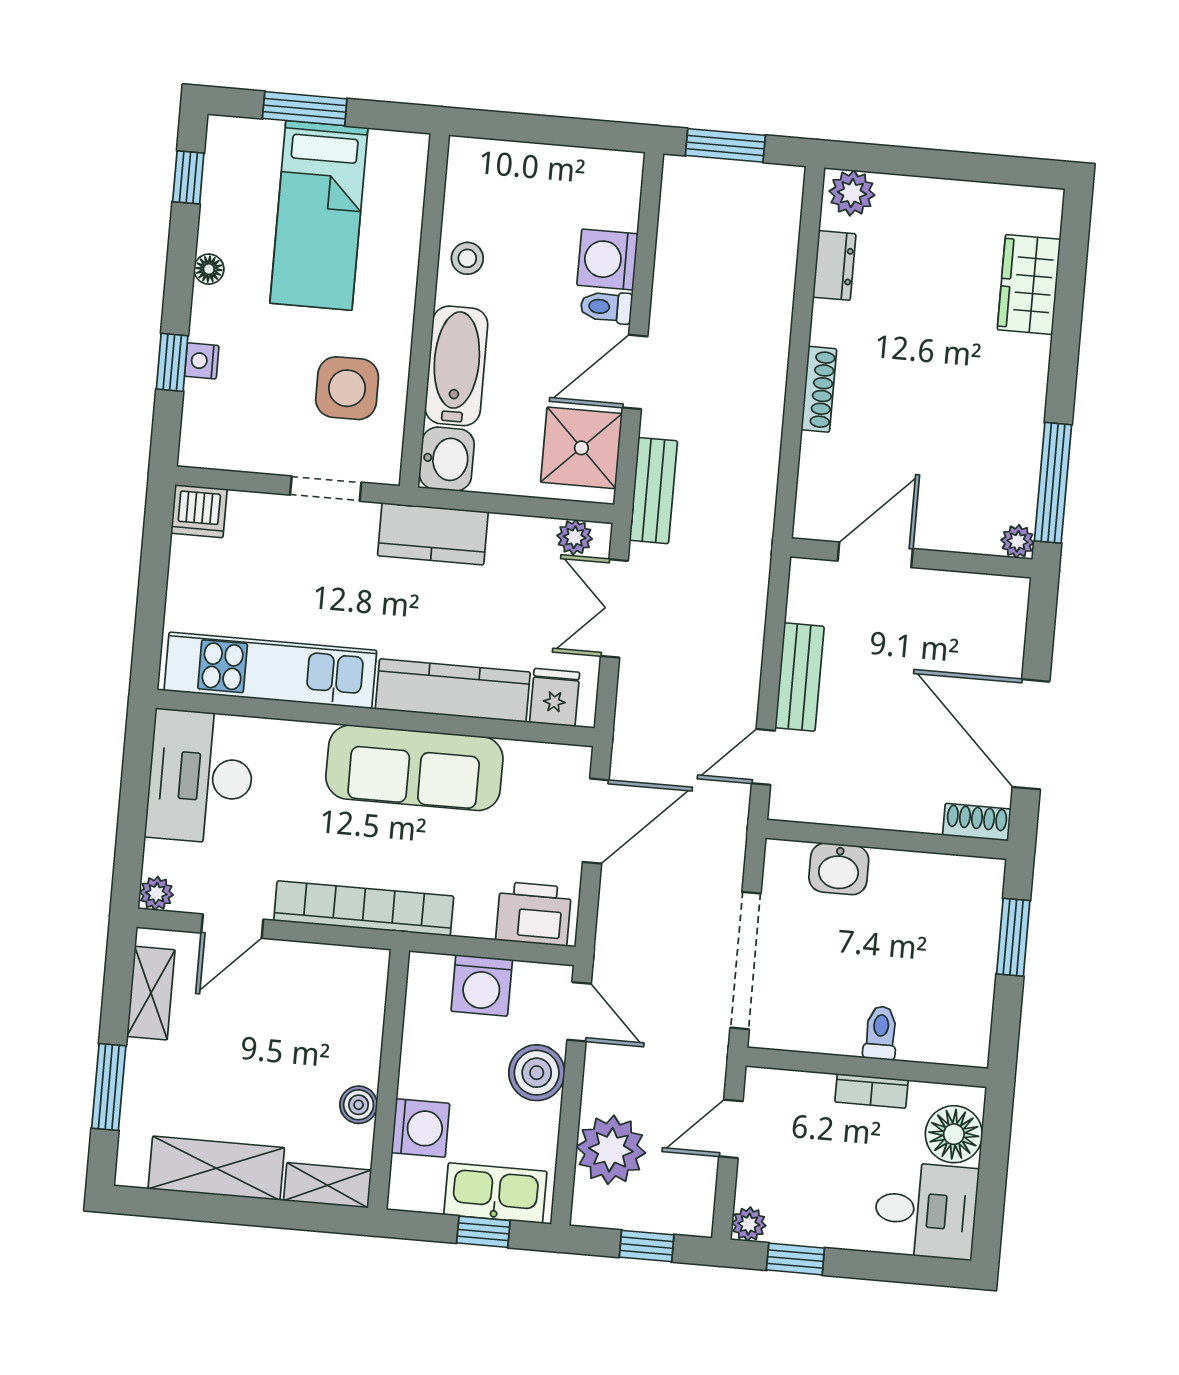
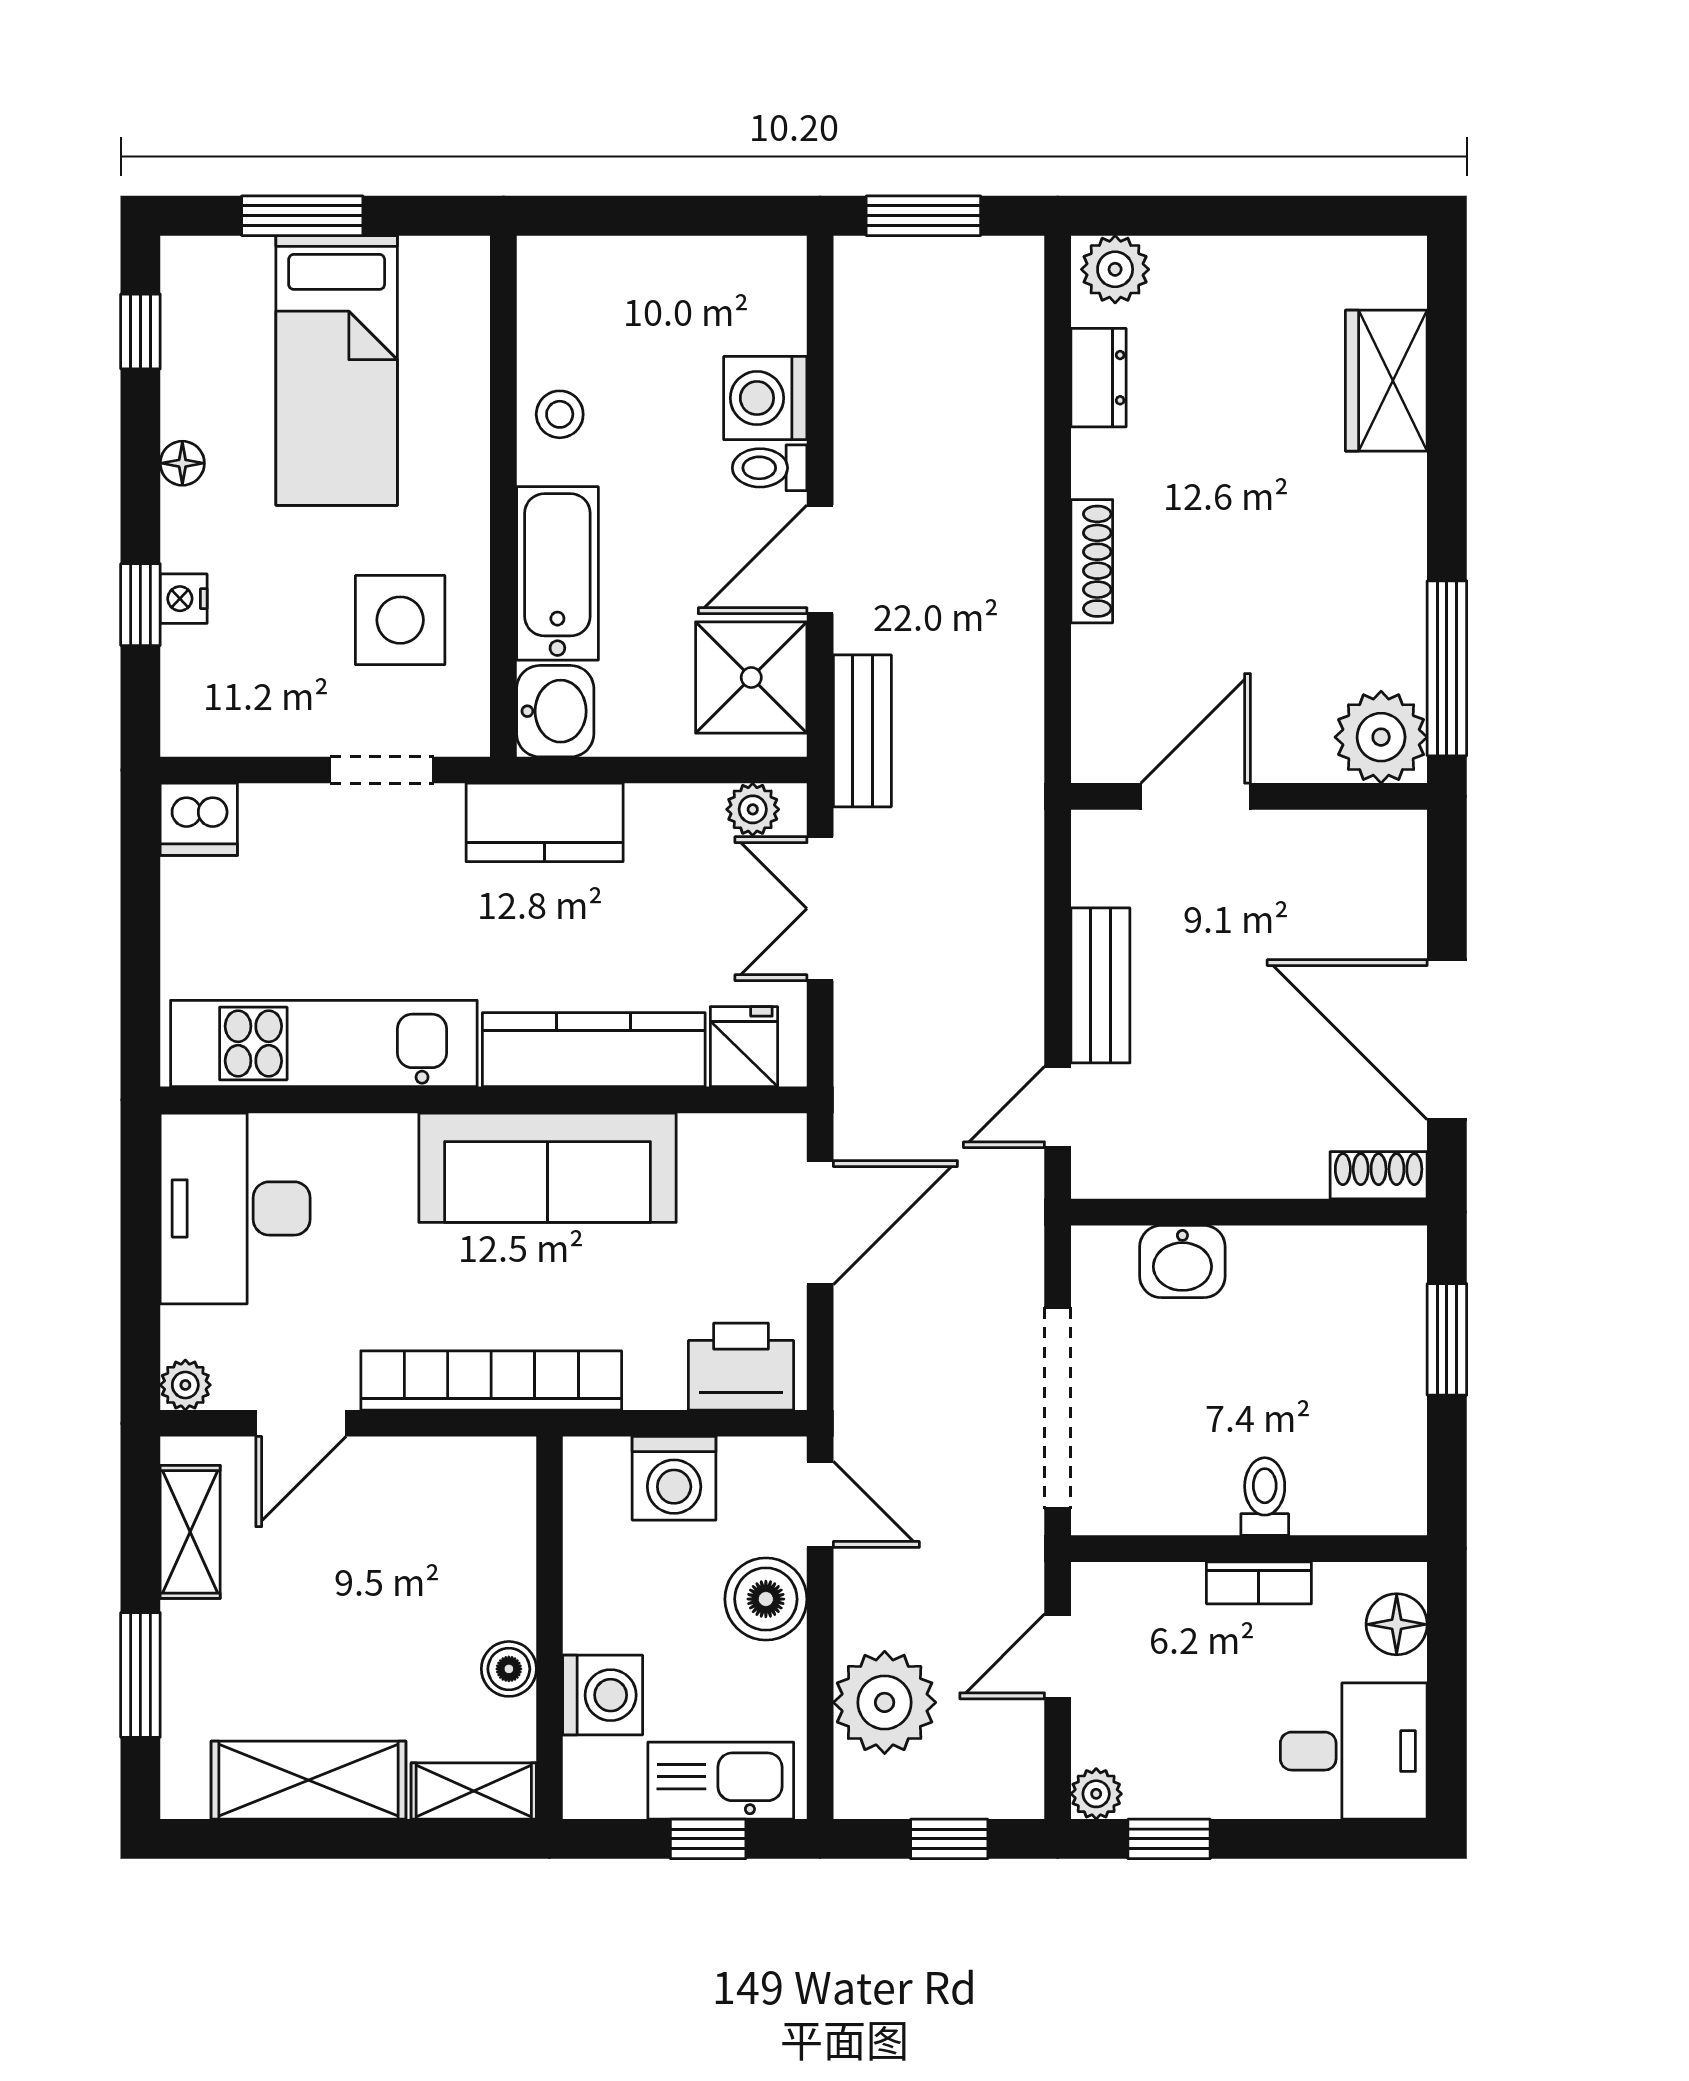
plant: (1018, 541) -> (1381, 737), width x1.87, depth x1.87
floor lamp: (954, 1134) -> (1397, 1624), width x0.73, depth x0.73

